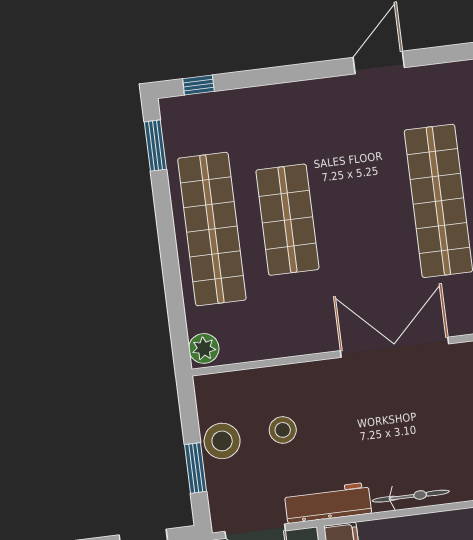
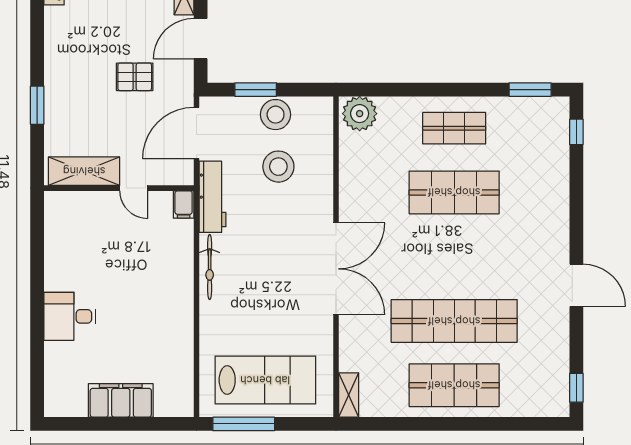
shop shelf: (212, 229) -> (454, 128), width x0.50, depth x0.74
plant: (204, 348) -> (360, 114), width x1.36, depth x1.36
stool: (283, 430) -> (278, 167), width x1.38, depth x1.38

